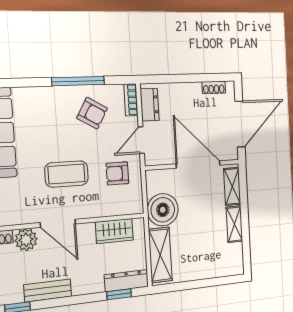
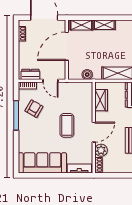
armchair: (117, 173) -> (69, 96), removed
boiler: (163, 210) -> (87, 75), width x0.54, depth x0.54

